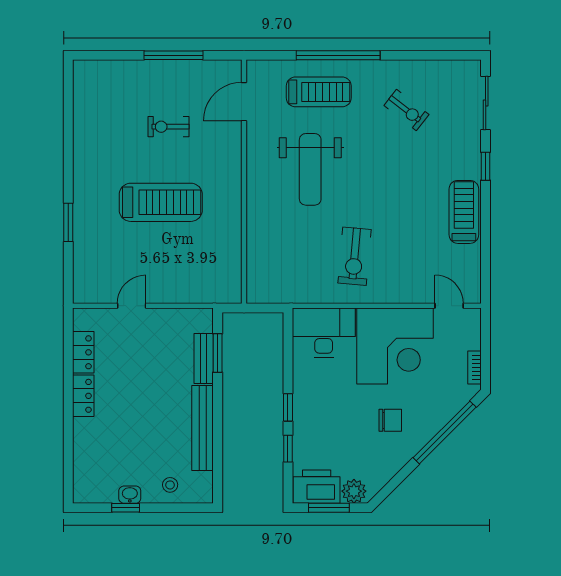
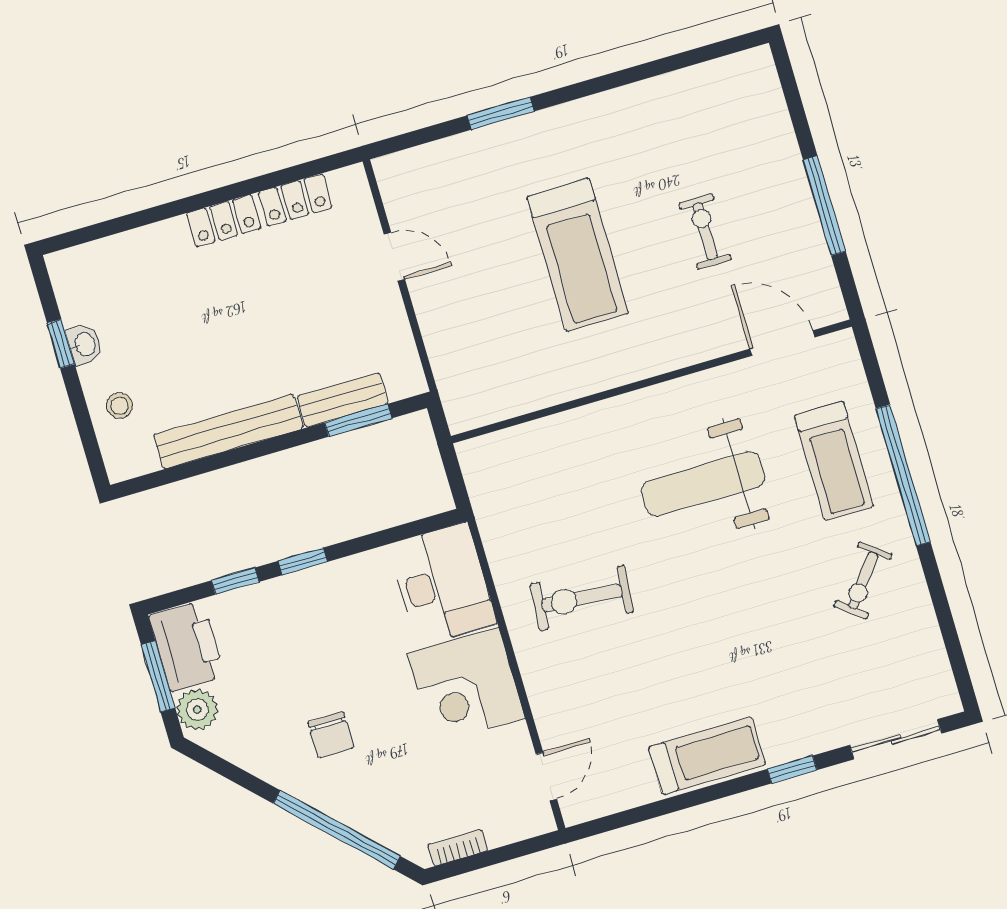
exercise bike: (406, 110) -> (863, 580), moved
corner desk: (395, 346) -> (466, 686), width x0.74, depth x0.74

